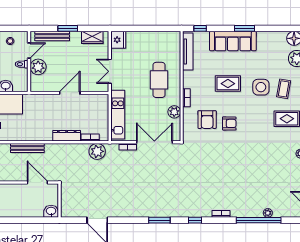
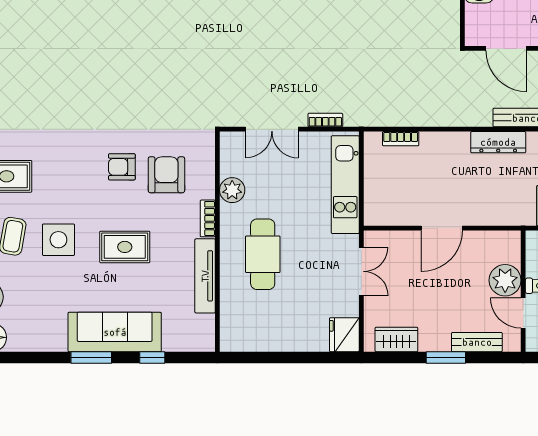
window: (200, 28) -> (152, 357), moved
bench: (52, 36) -> (477, 342), width x0.73
door: (29, 51) -> (523, 313), hinge flipped
tv unit: (188, 52) -> (205, 276), moved
dresser: (67, 136) -> (498, 142), moved
double door: (154, 142) -> (272, 129), width x0.73
plant: (97, 151) -> (387, 111), removed

